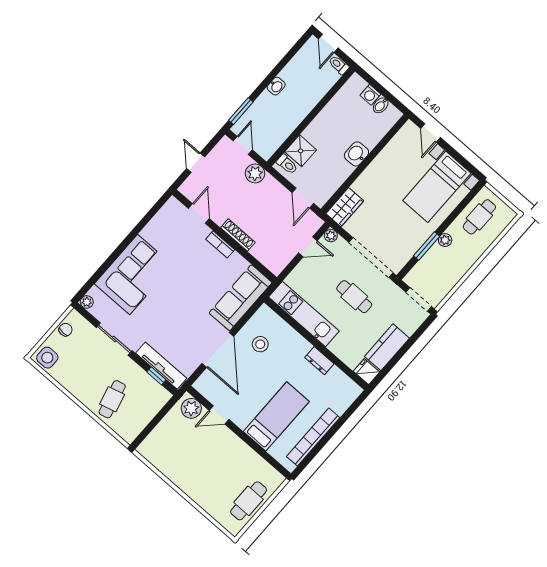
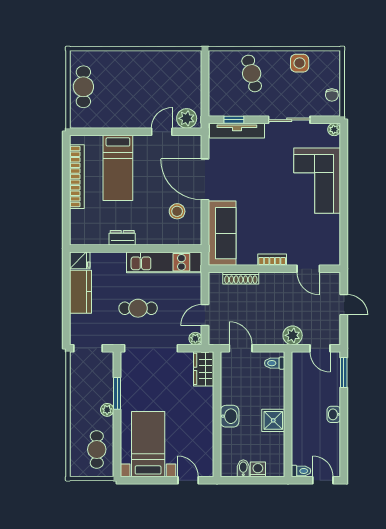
shower: (301, 151) -> (273, 420), moved
shoe rack: (238, 235) -> (241, 278), moved
side table: (47, 358) -> (300, 63), moved

